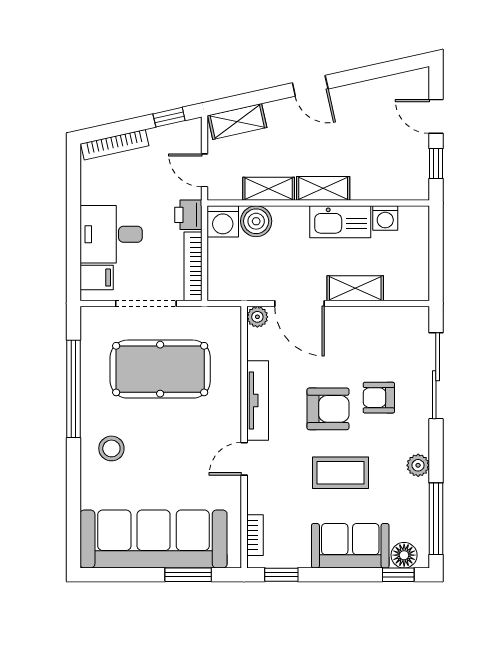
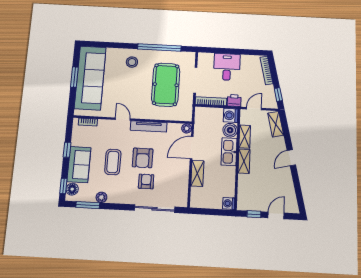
washing machine: (385, 218) -> (229, 203), moved
kitchen sink: (340, 222) -> (229, 152), moved
filing cabinet: (97, 278) -> (208, 60), removed
plant: (418, 465) -> (101, 197), moved
window: (436, 519) -> (88, 205), width x0.69
window: (188, 575) -> (74, 77), moved
window: (281, 575) -> (67, 150), moved

